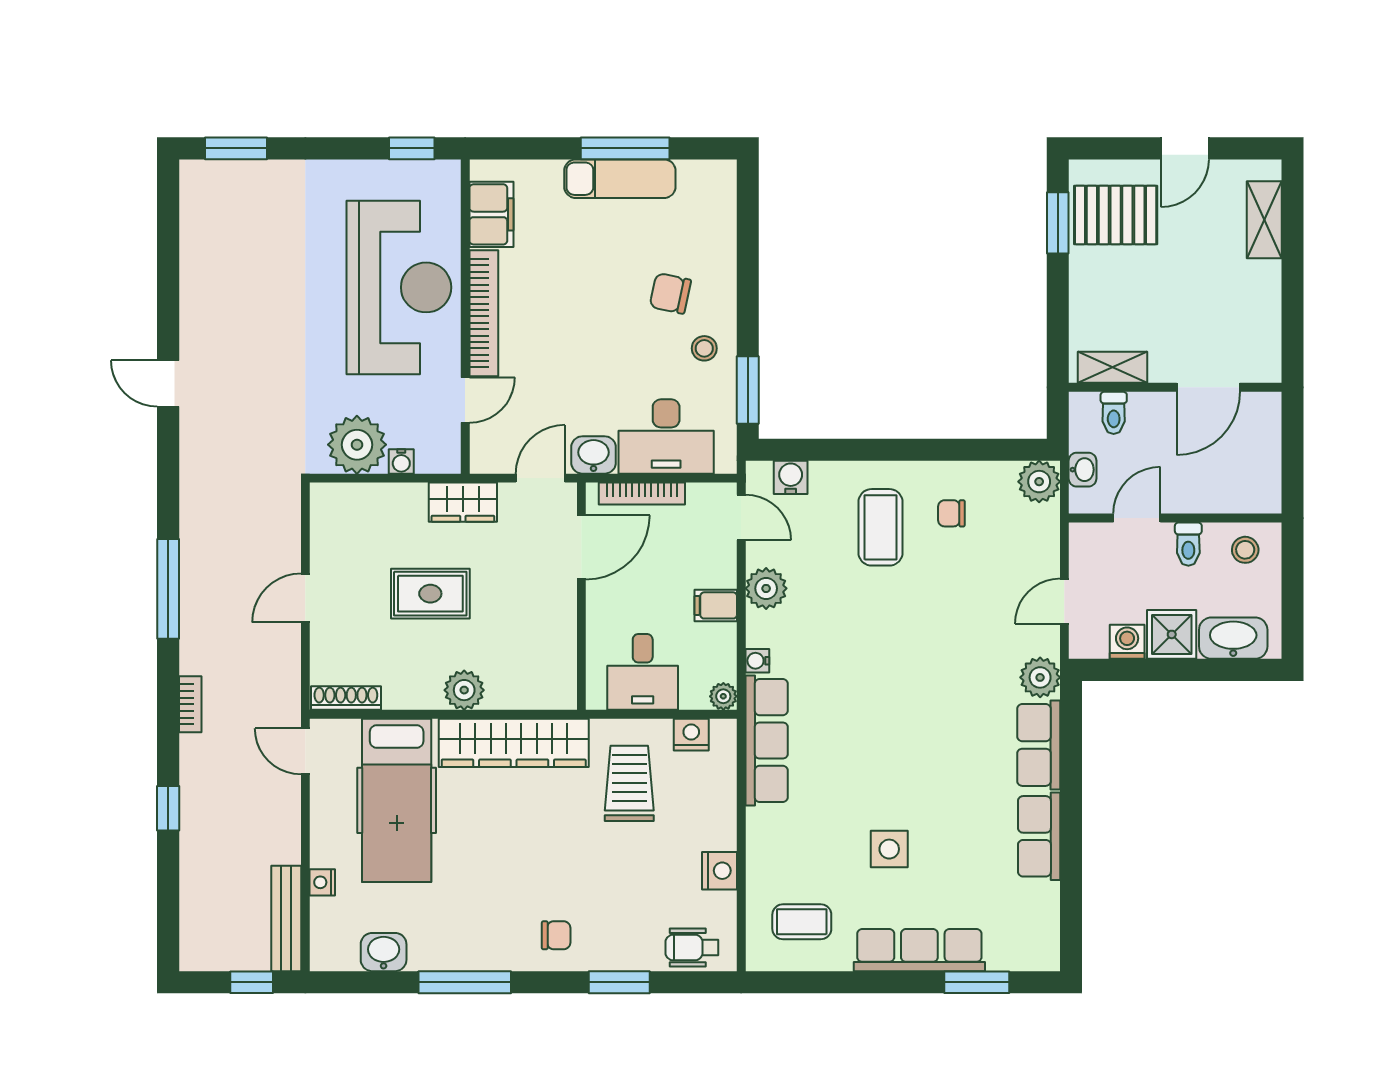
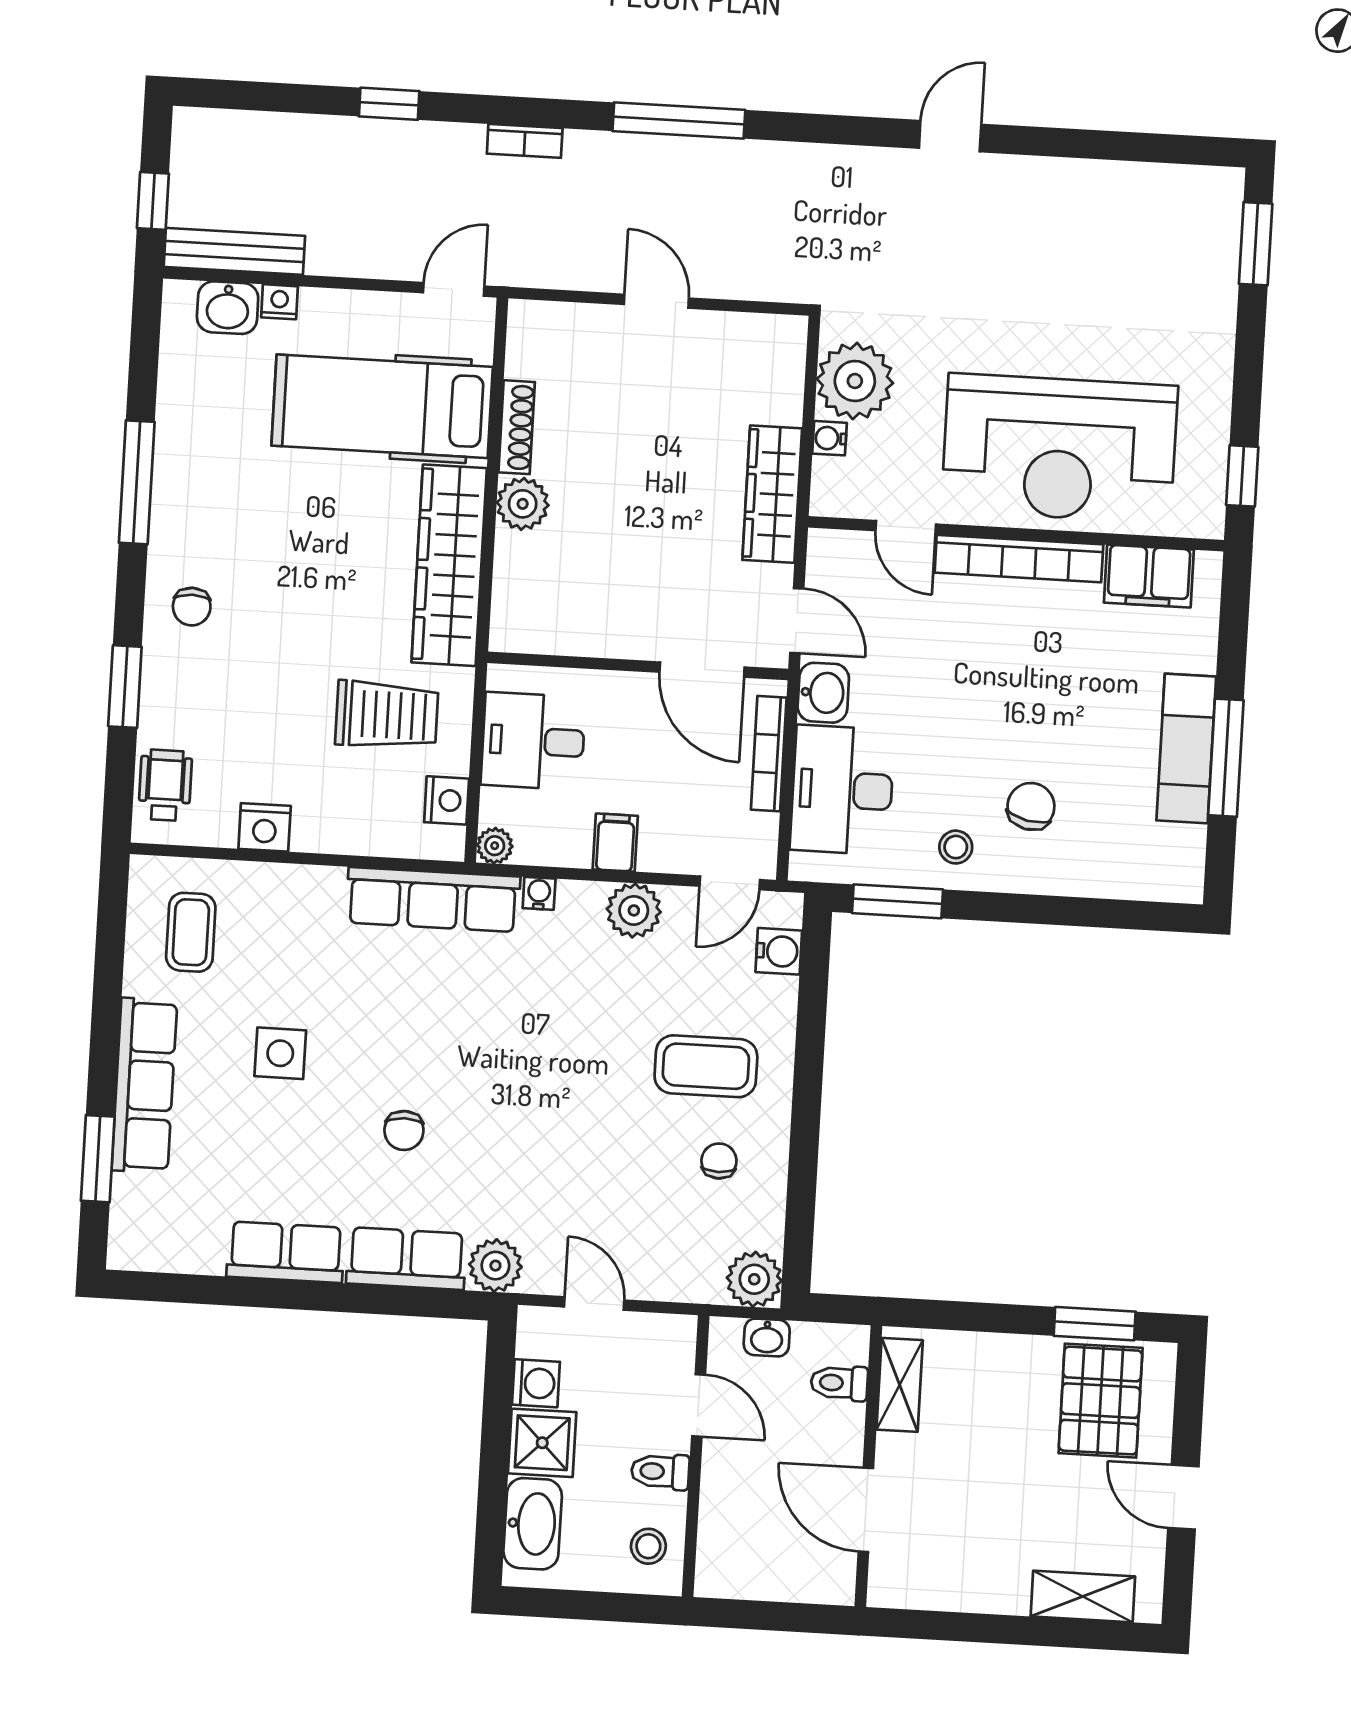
wardrobe: (463, 502) -> (772, 494), width x1.50
rug: (430, 594) -> (653, 467), removed
shoe rack: (346, 698) -> (517, 427), moved
chair: (942, 752) -> (404, 1131), added
washbasin: (384, 952) -> (228, 308), moved, turned 90

